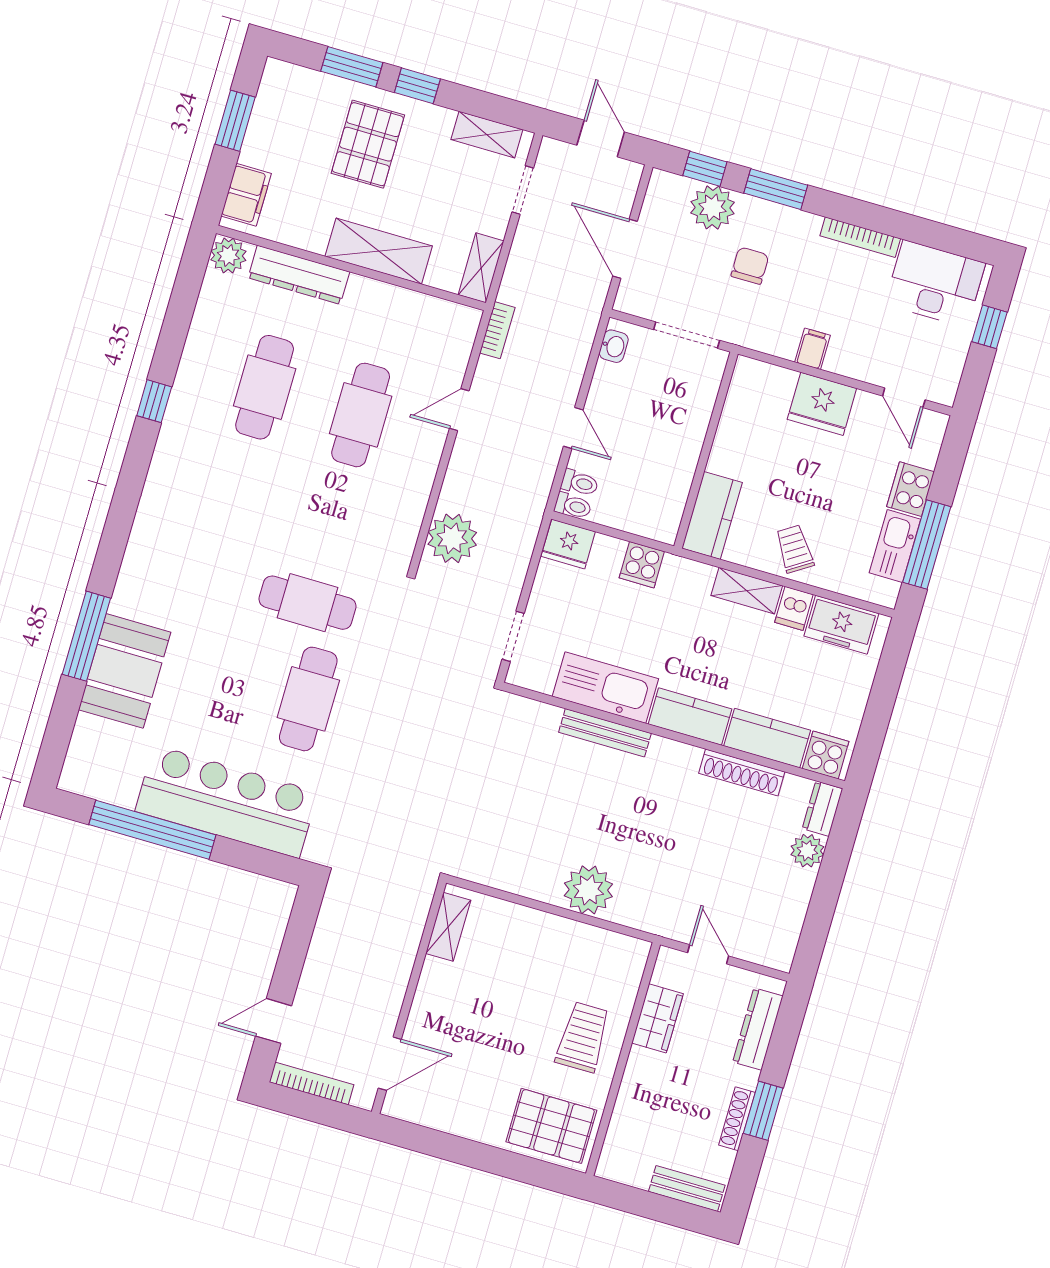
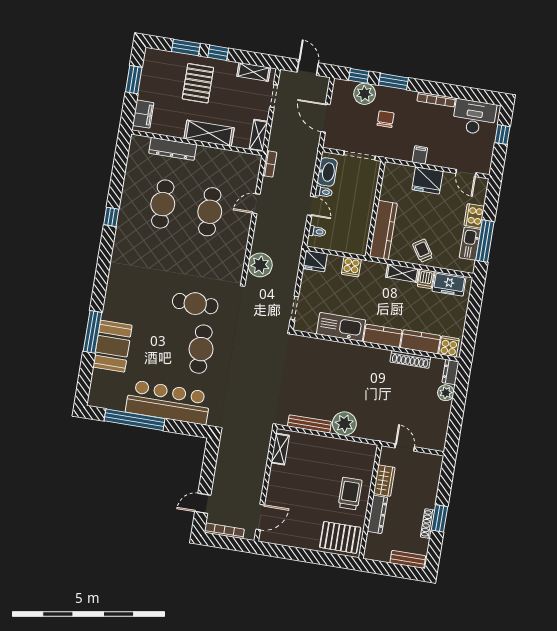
plant: (228, 256) -> (138, 144), removed
washbasin: (614, 346) -> (327, 172), width x1.91, depth x1.45
toilet: (573, 506) -> (324, 192), moved
kitchen counter: (712, 515) -> (383, 230), width x1.50
bench: (605, 733) -> (309, 424), moved
dresser: (758, 1029) -> (377, 514), moved, turned 180

